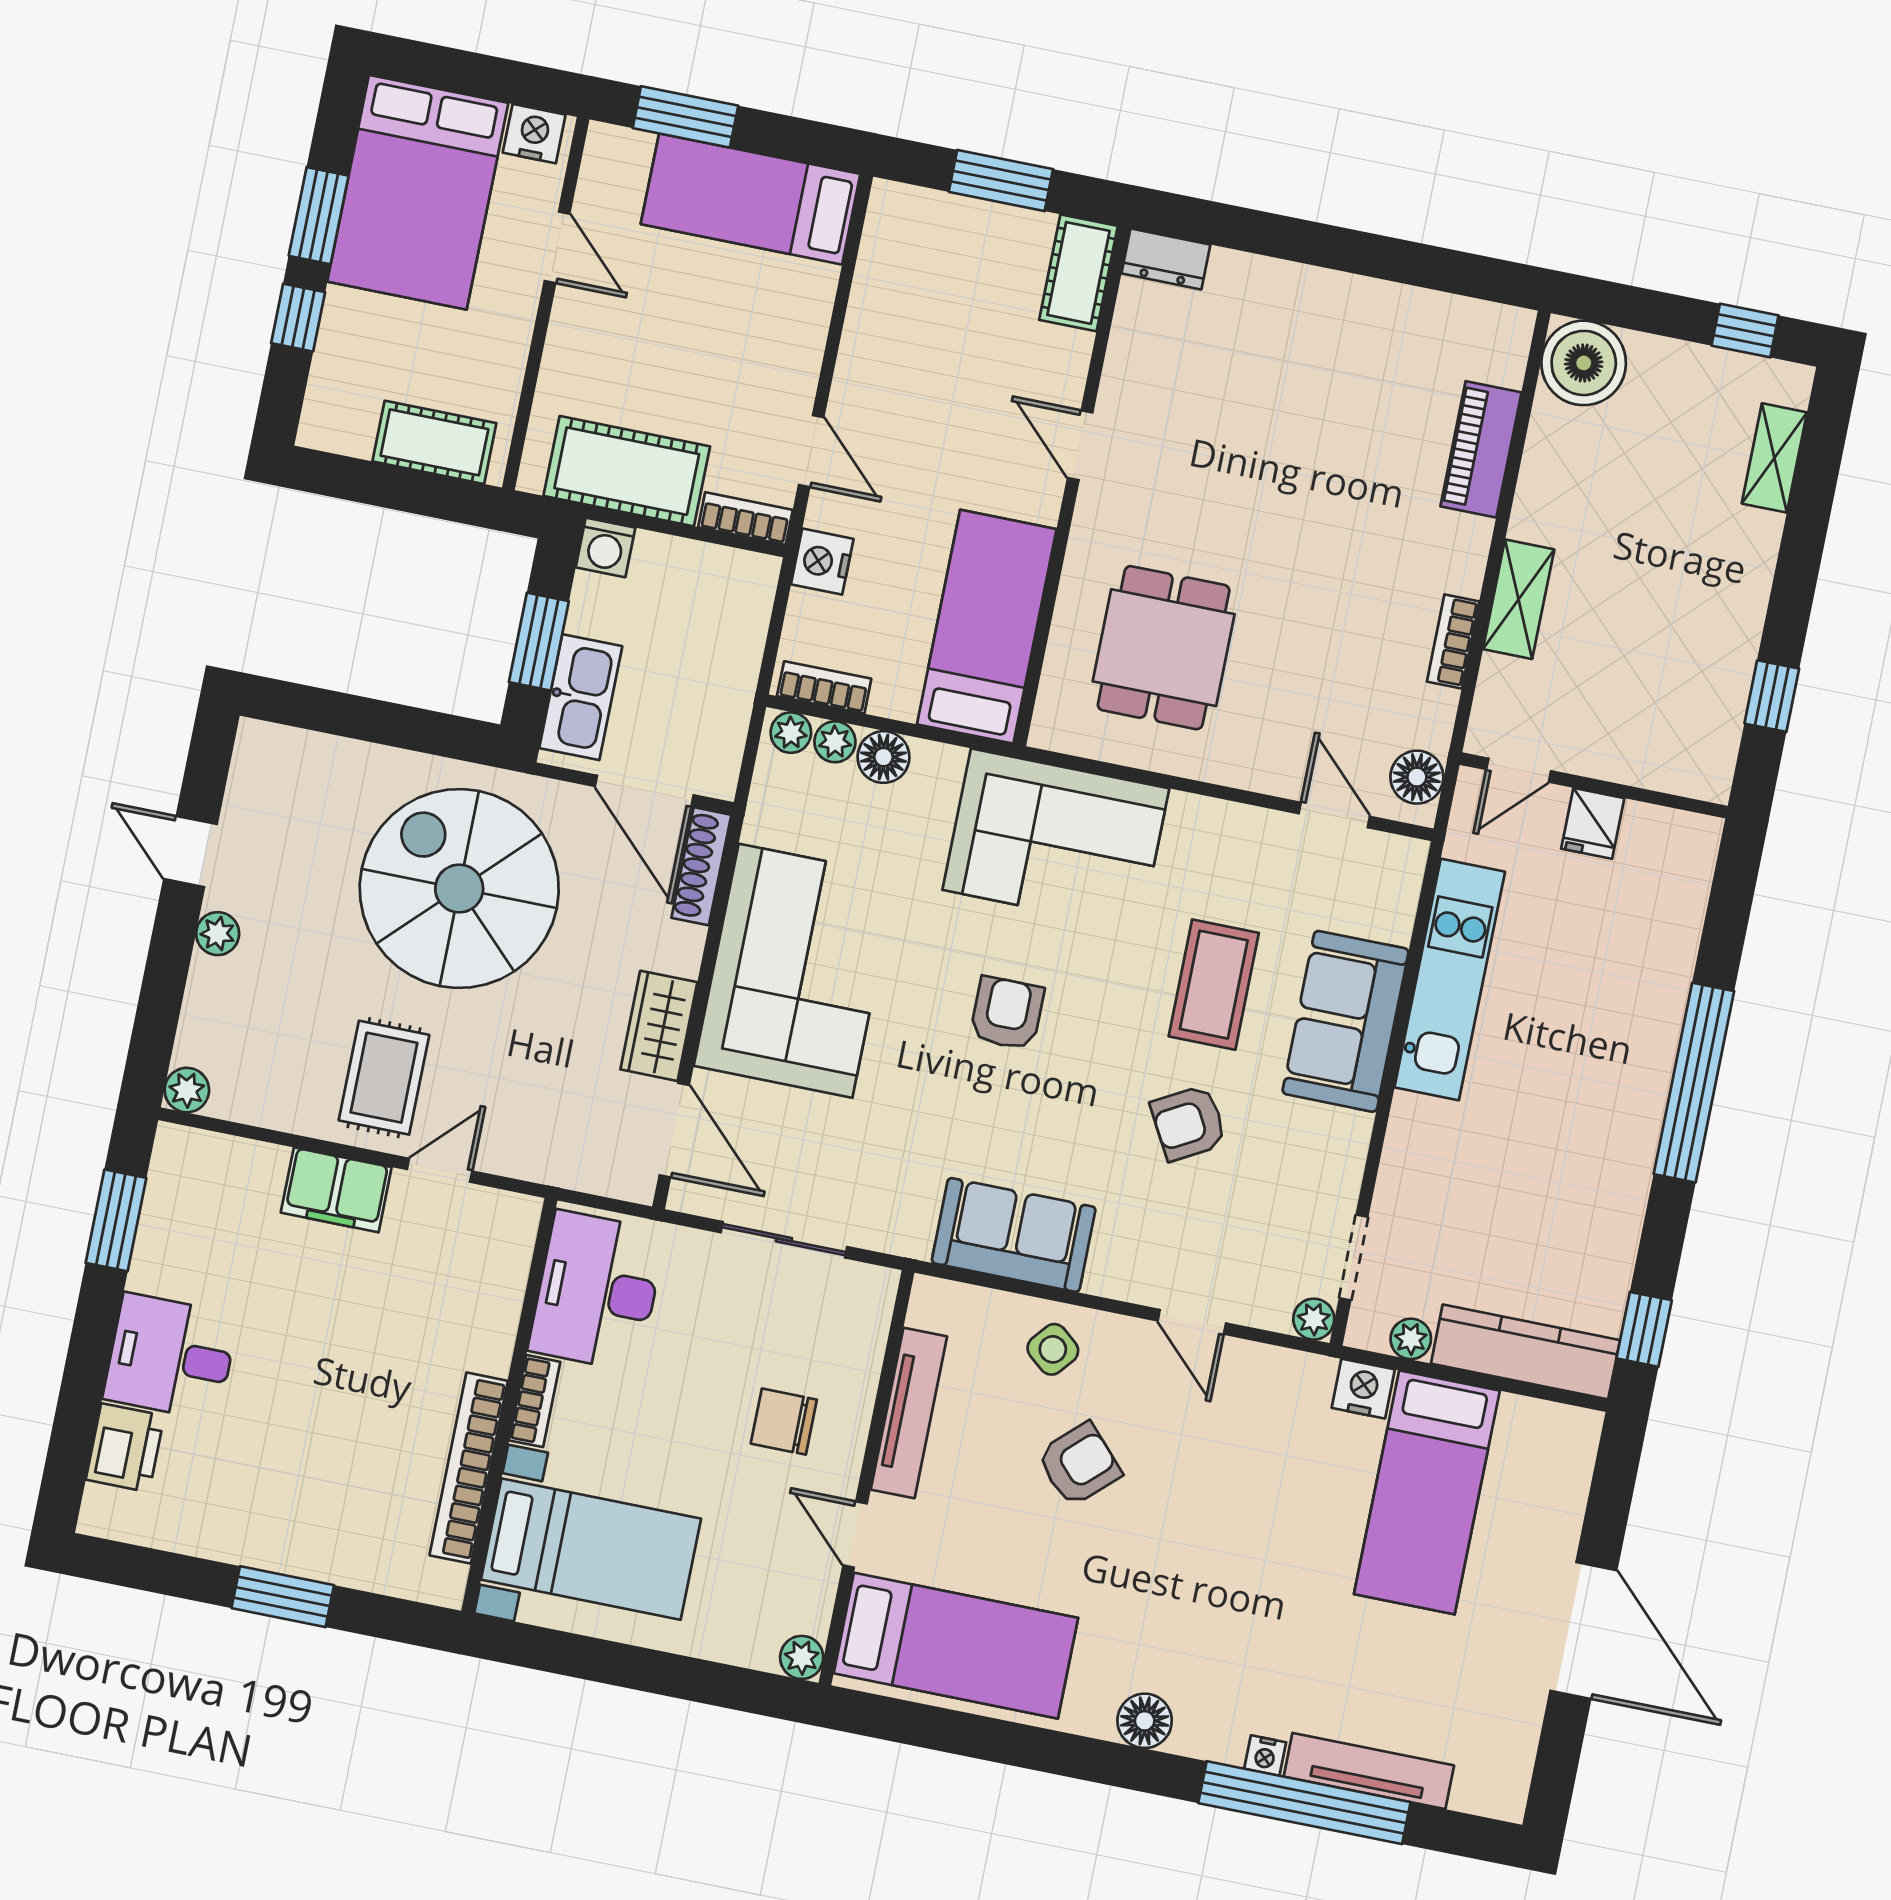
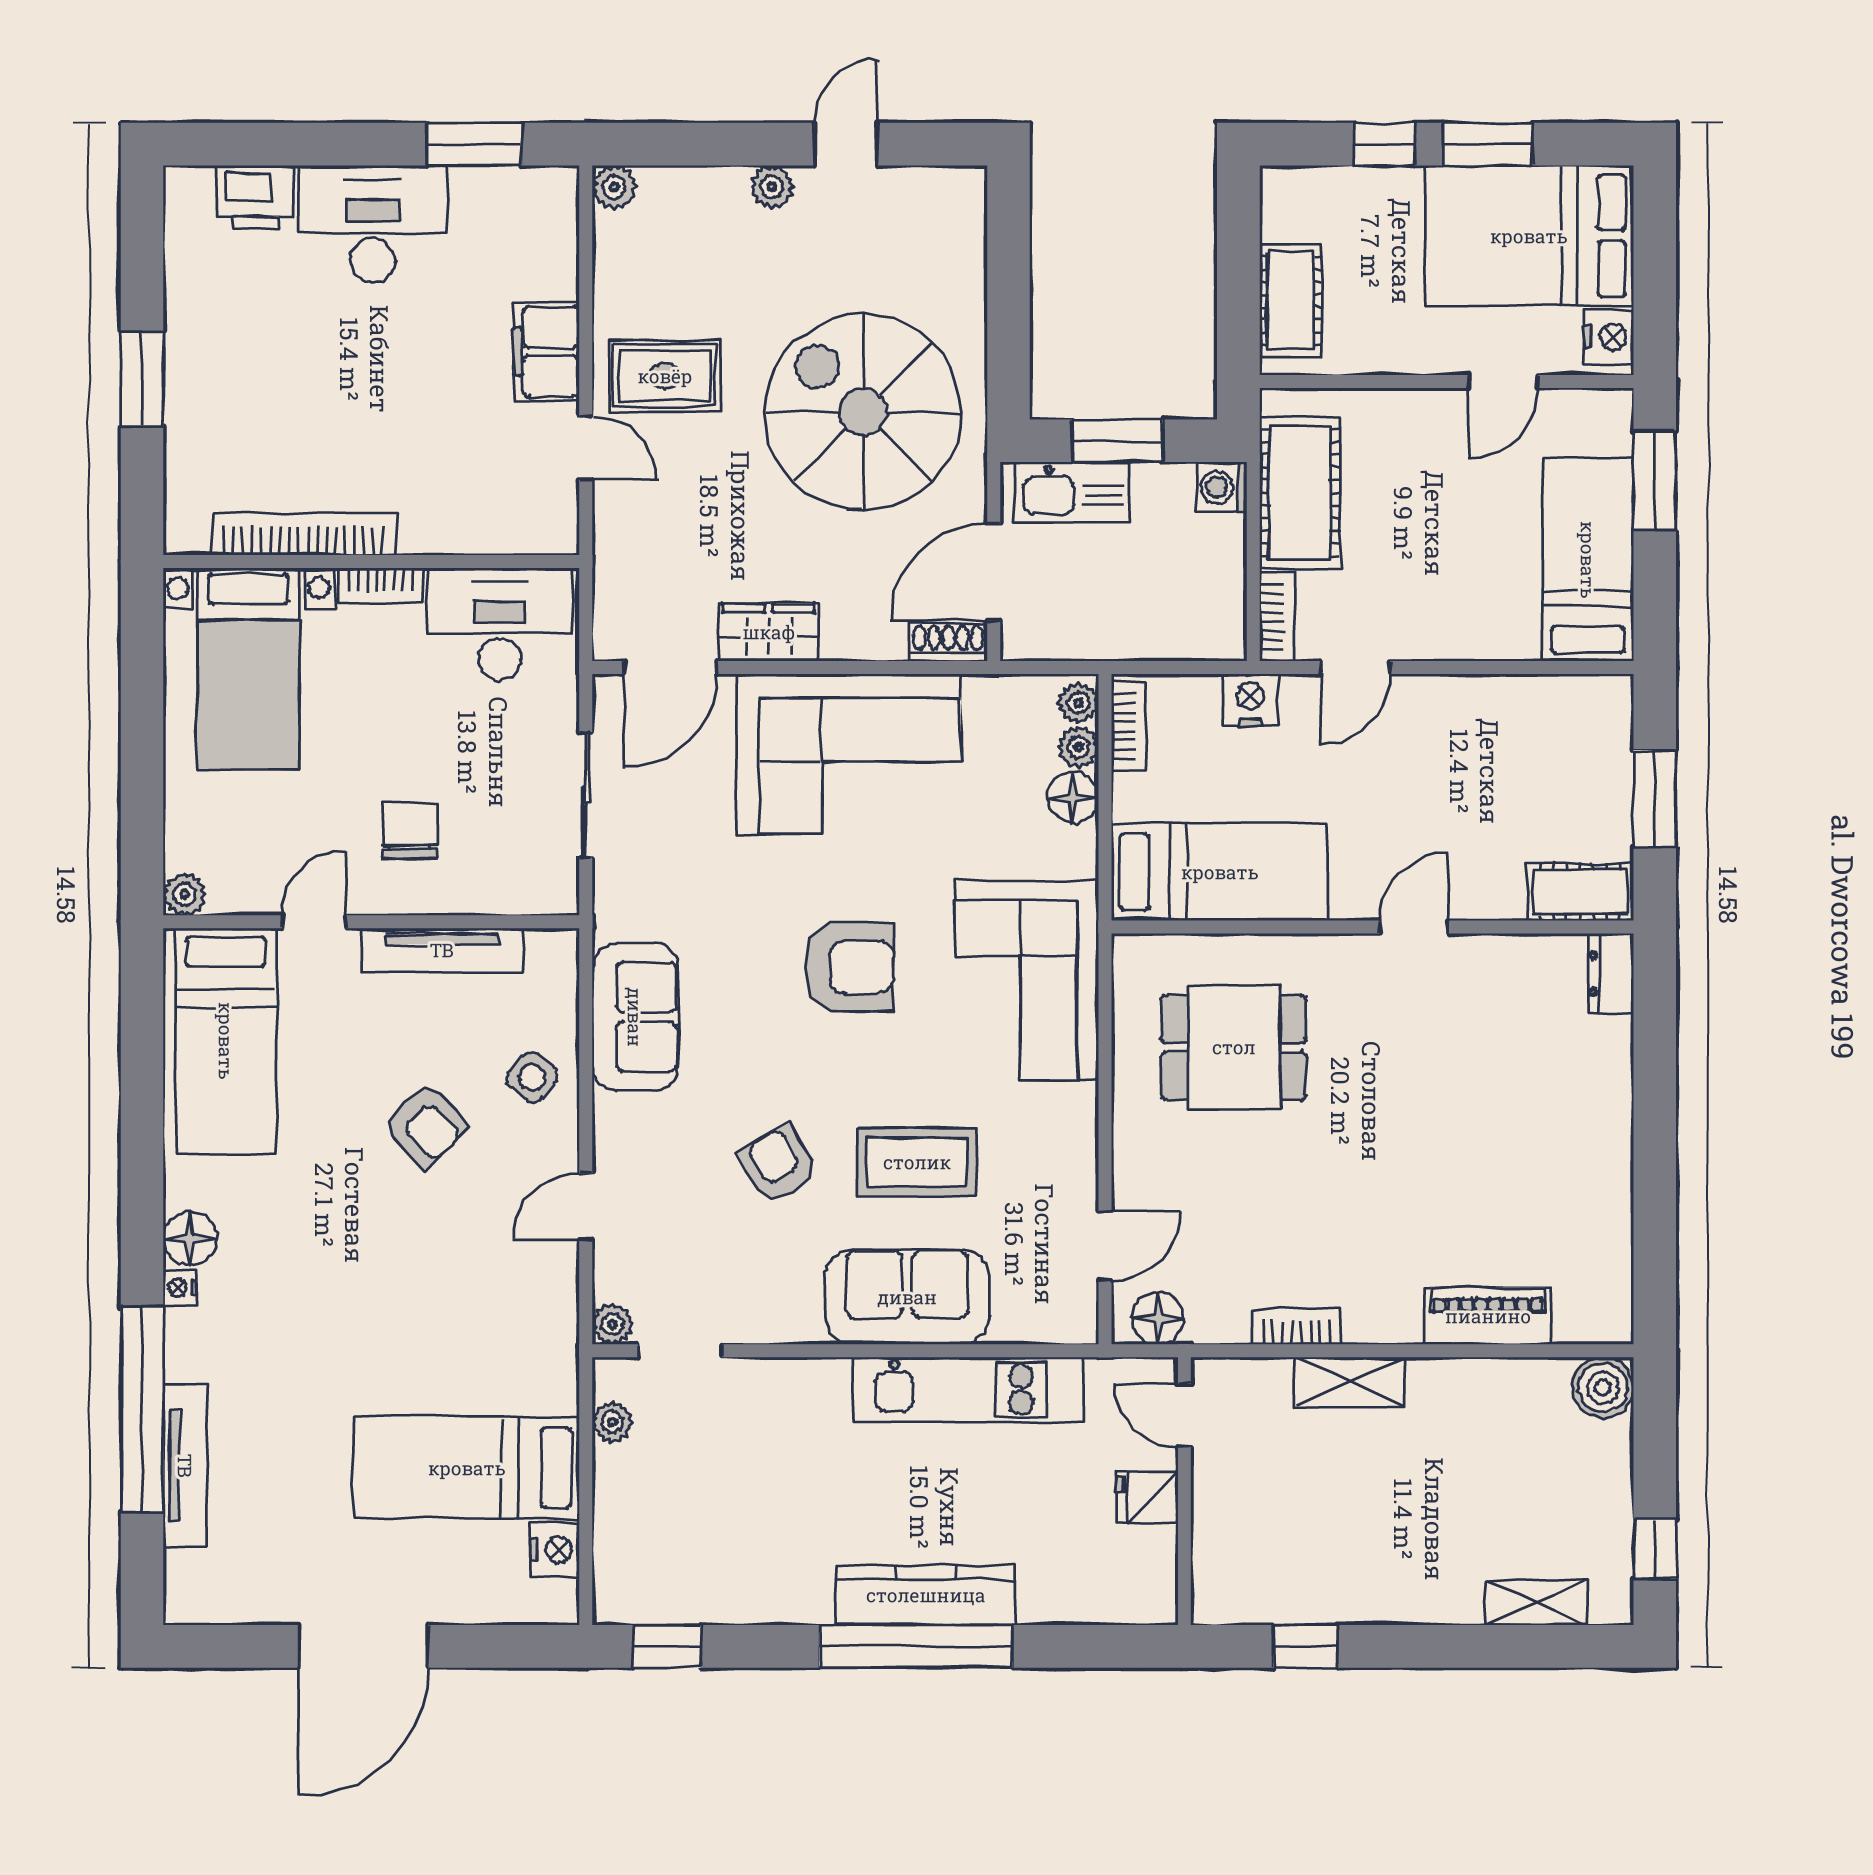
boiler: (1584, 363) -> (1603, 1388), width x0.73, depth x0.73
shoe rack: (701, 866) -> (948, 642), width x0.70
spiral stairs: (459, 889) -> (863, 412), turned -90
armchair: (1007, 1013) -> (849, 967), width x1.38, depth x1.38
kitchen counter: (1525, 1352) -> (926, 1595), moved, turned -90
desk: (171, 1357) -> (373, 224), width x1.37
nightstand: (1363, 1389) -> (555, 1550), moved
nightstand: (1265, 1755) -> (180, 1288), moved

